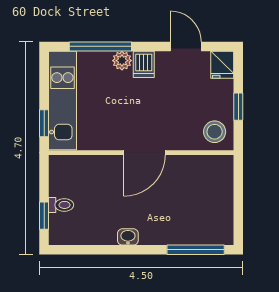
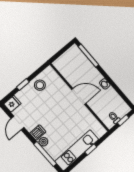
wall: (141, 153) -> (80, 98), moved
door: (144, 153) -> (79, 96), moved

